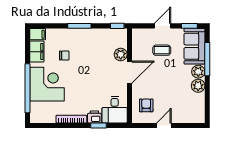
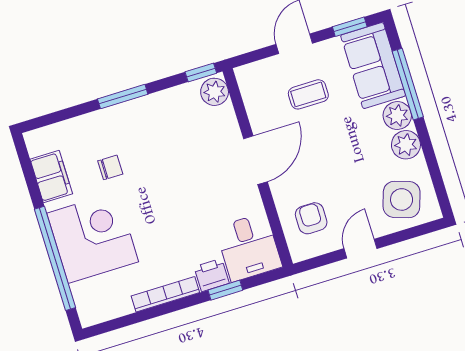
filing cabinet: (38, 34) -> (42, 140), removed
plant: (121, 54) -> (215, 92), moved
side table: (189, 109) -> (402, 199), added

